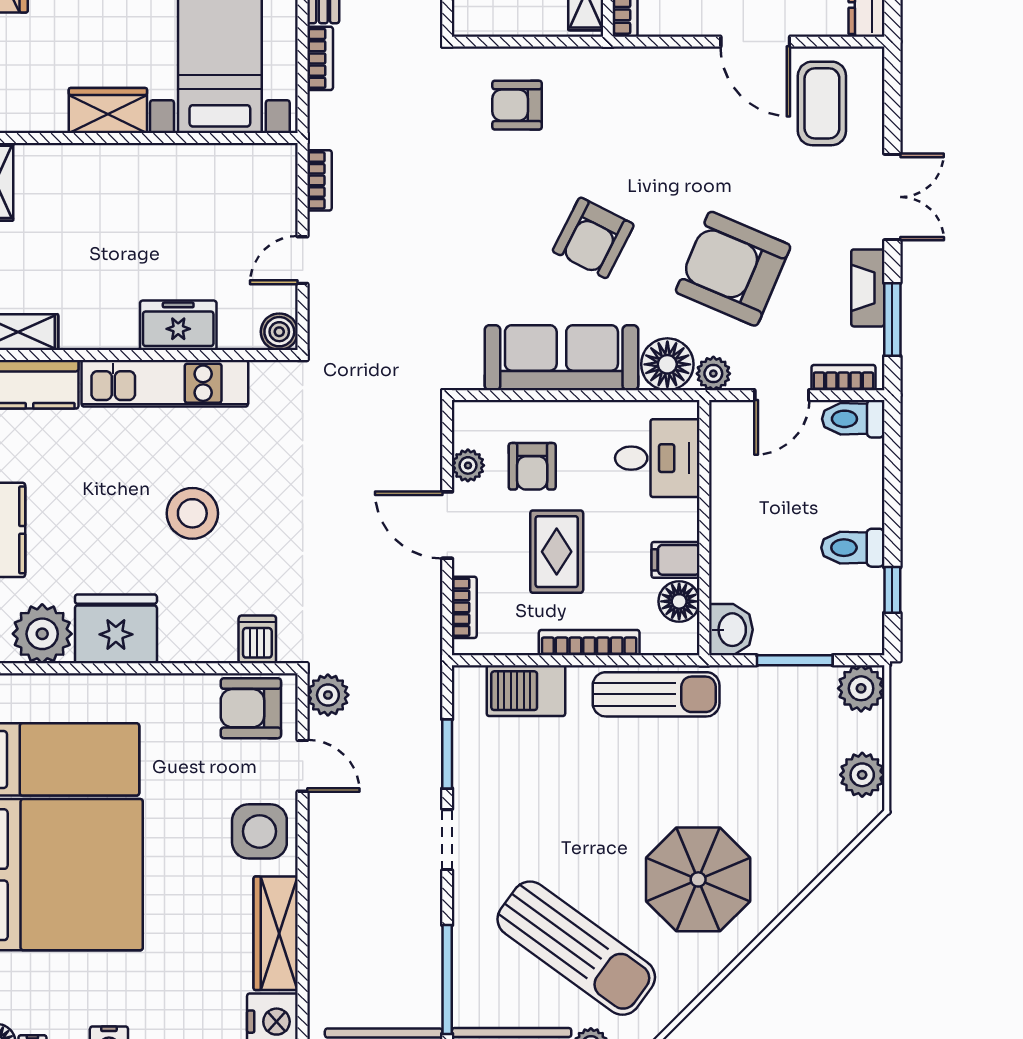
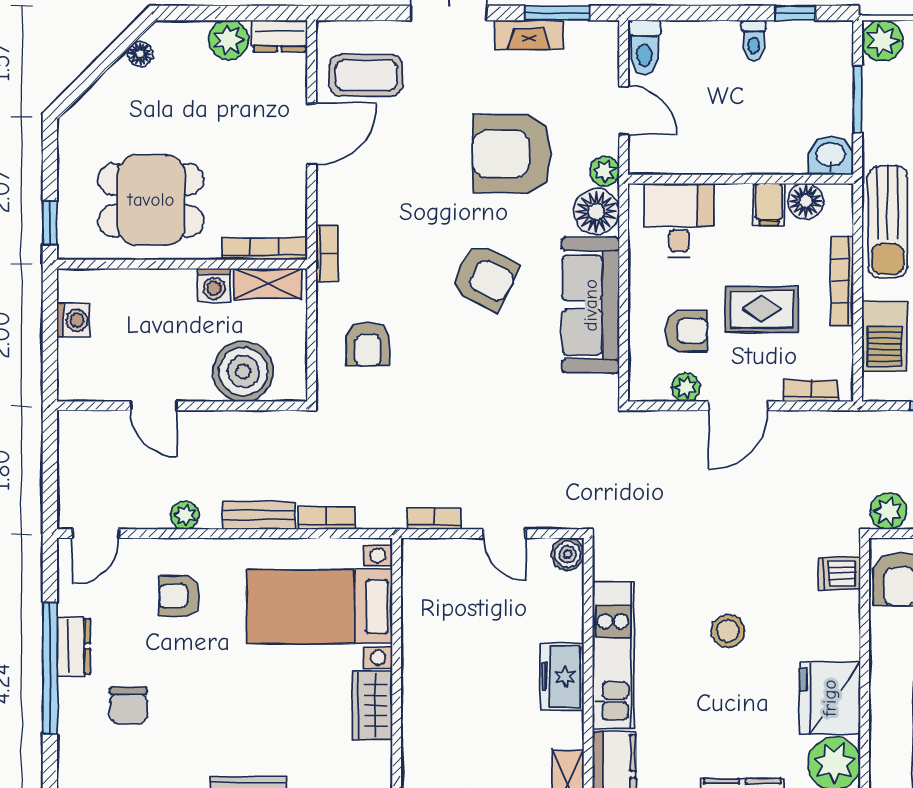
armchair: (733, 269) -> (512, 154), turned 67
freezer: (178, 325) -> (562, 677), moved
bookcase: (843, 378) -> (327, 253), moved, turned 180
stool: (192, 513) -> (728, 631), width x0.73, depth x0.73
toilet: (853, 548) -> (754, 40), width x0.73, depth x0.72
sun lounger: (656, 694) -> (888, 222), turned 180

